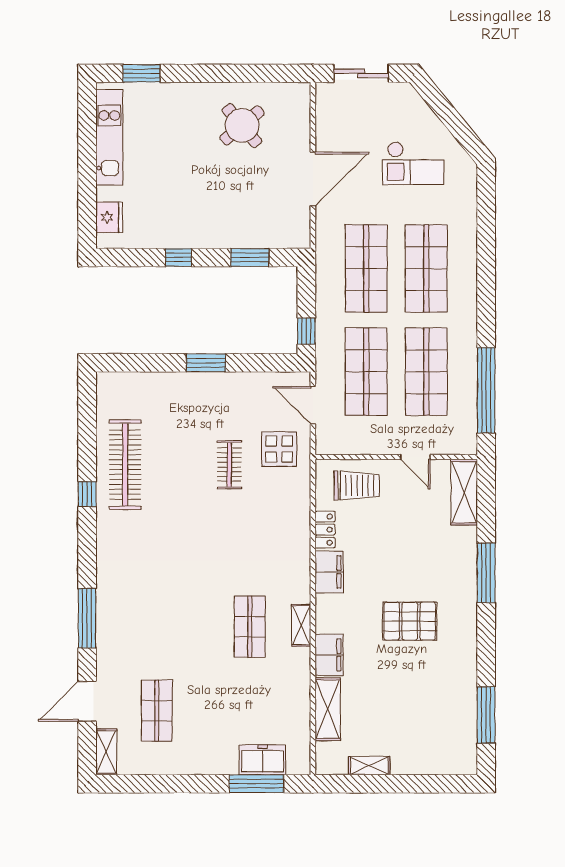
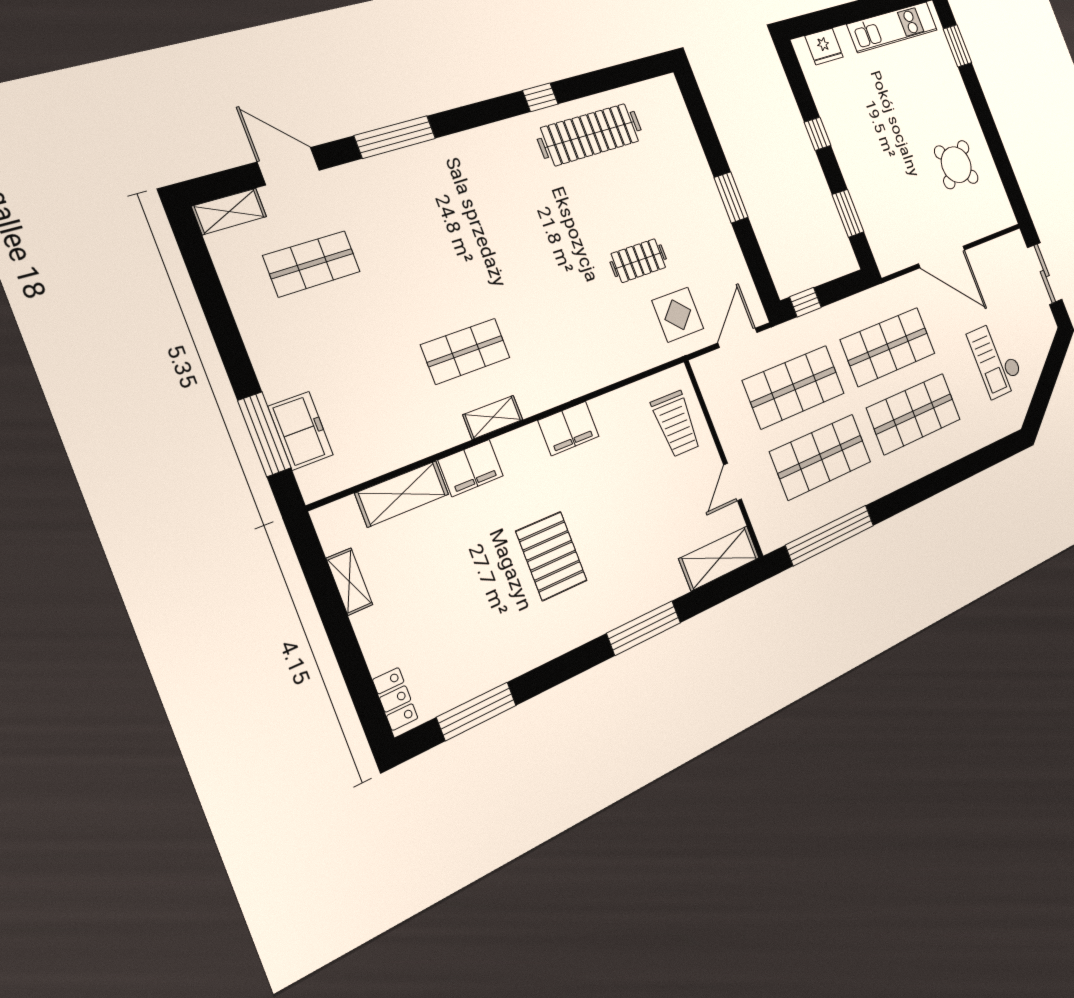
locker: (325, 530) -> (395, 699), moved, turned -90

